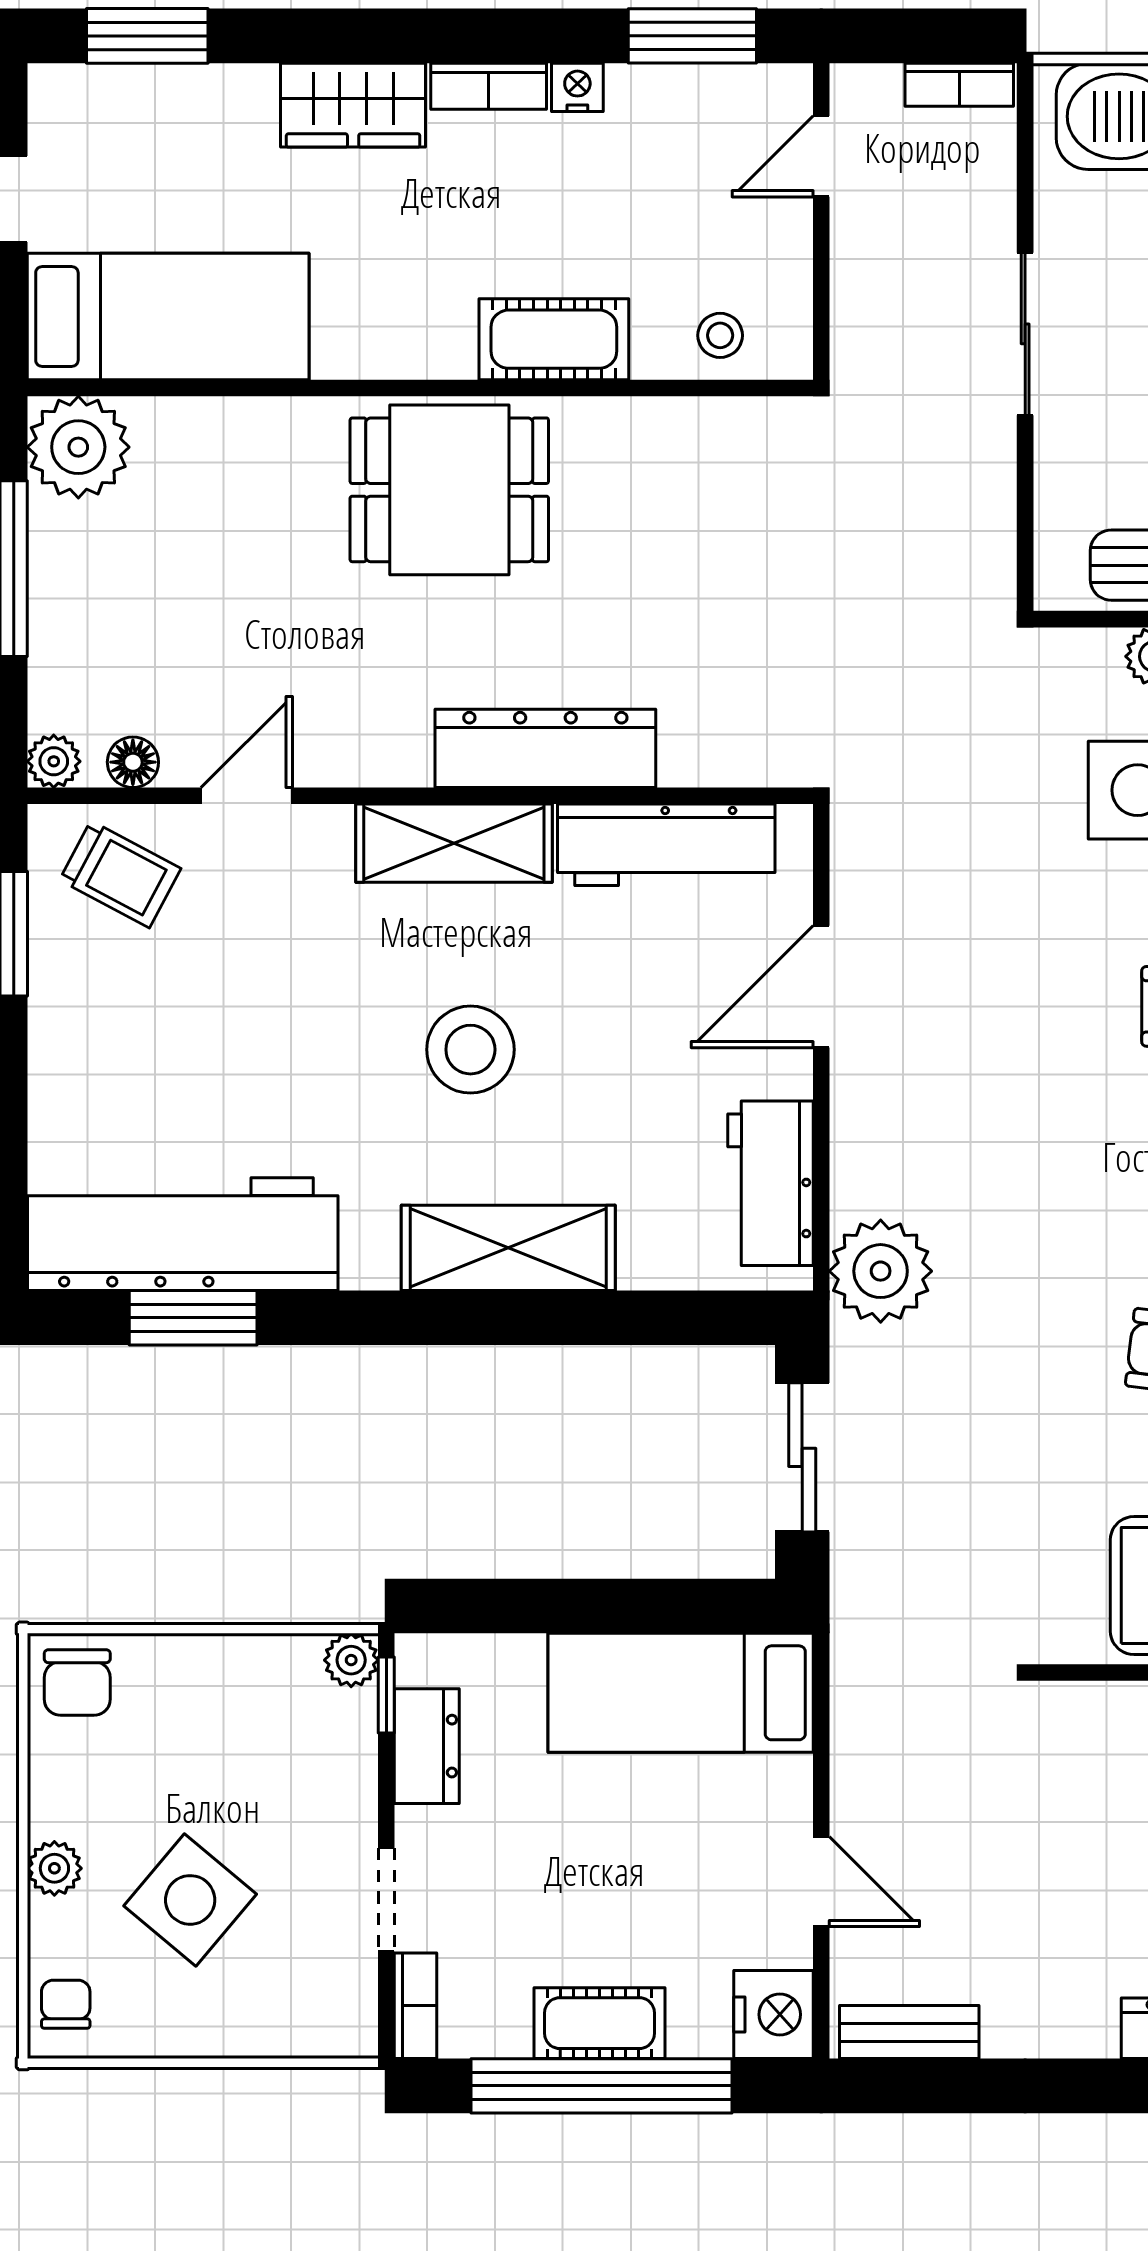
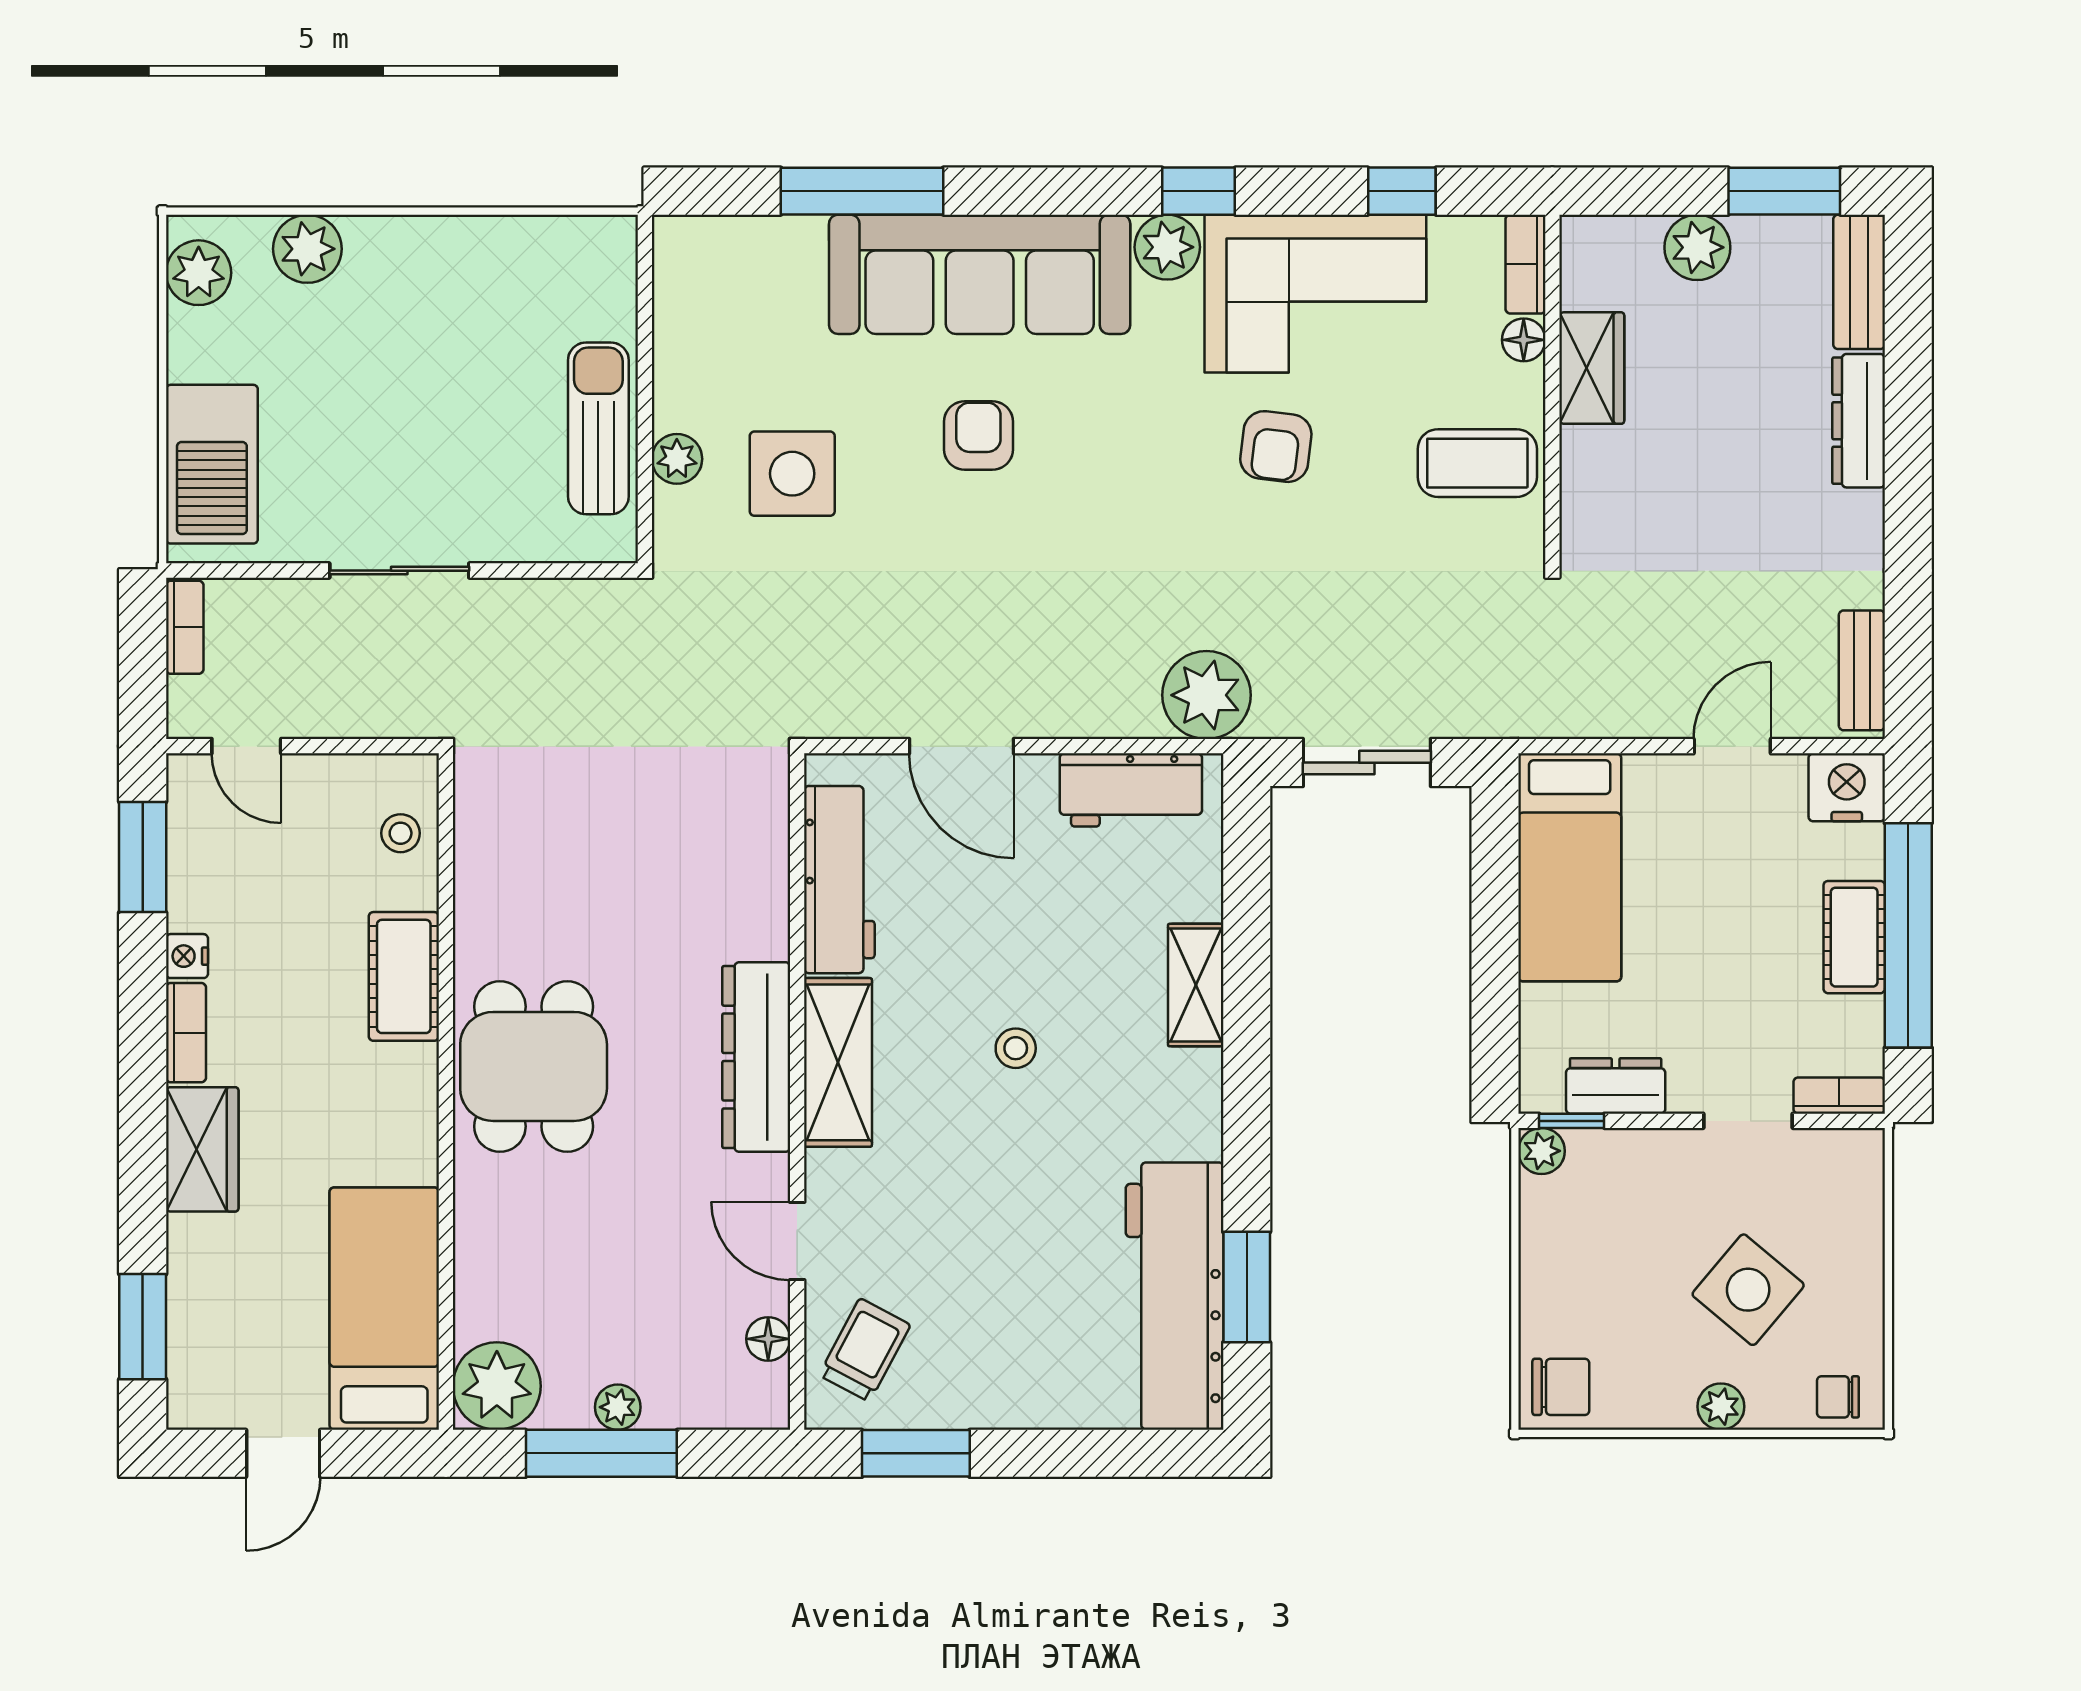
dresser: (545, 748) -> (756, 1057), moved
plant: (54, 761) -> (618, 1407), moved
stool: (470, 1050) -> (1016, 1048), width x0.53, depth x0.53
shelving: (508, 1248) -> (1196, 985), width x0.67, depth x0.75

